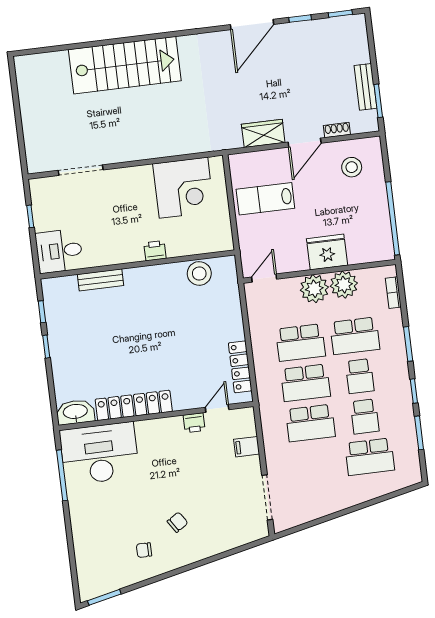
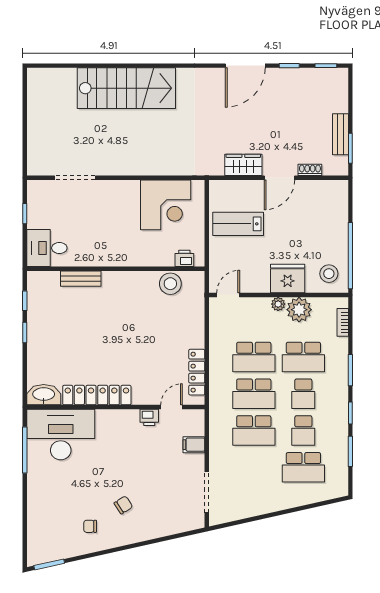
stool: (352, 167) -> (329, 274), moved
printer: (155, 251) -> (184, 258), moved
plant: (314, 289) -> (278, 304), width x0.53, depth x0.53

